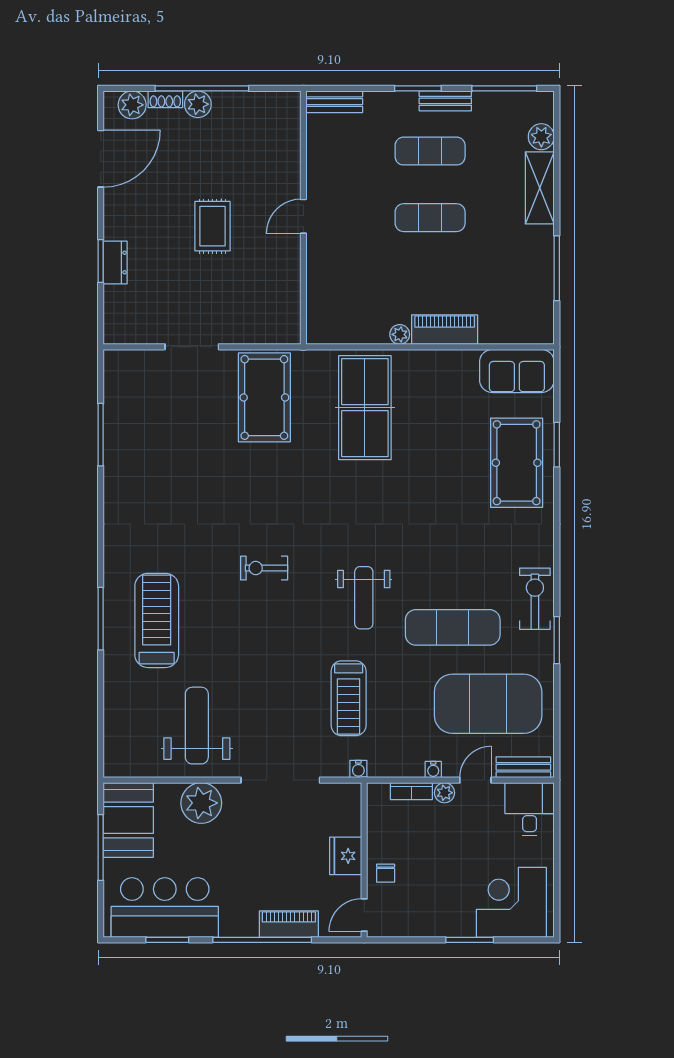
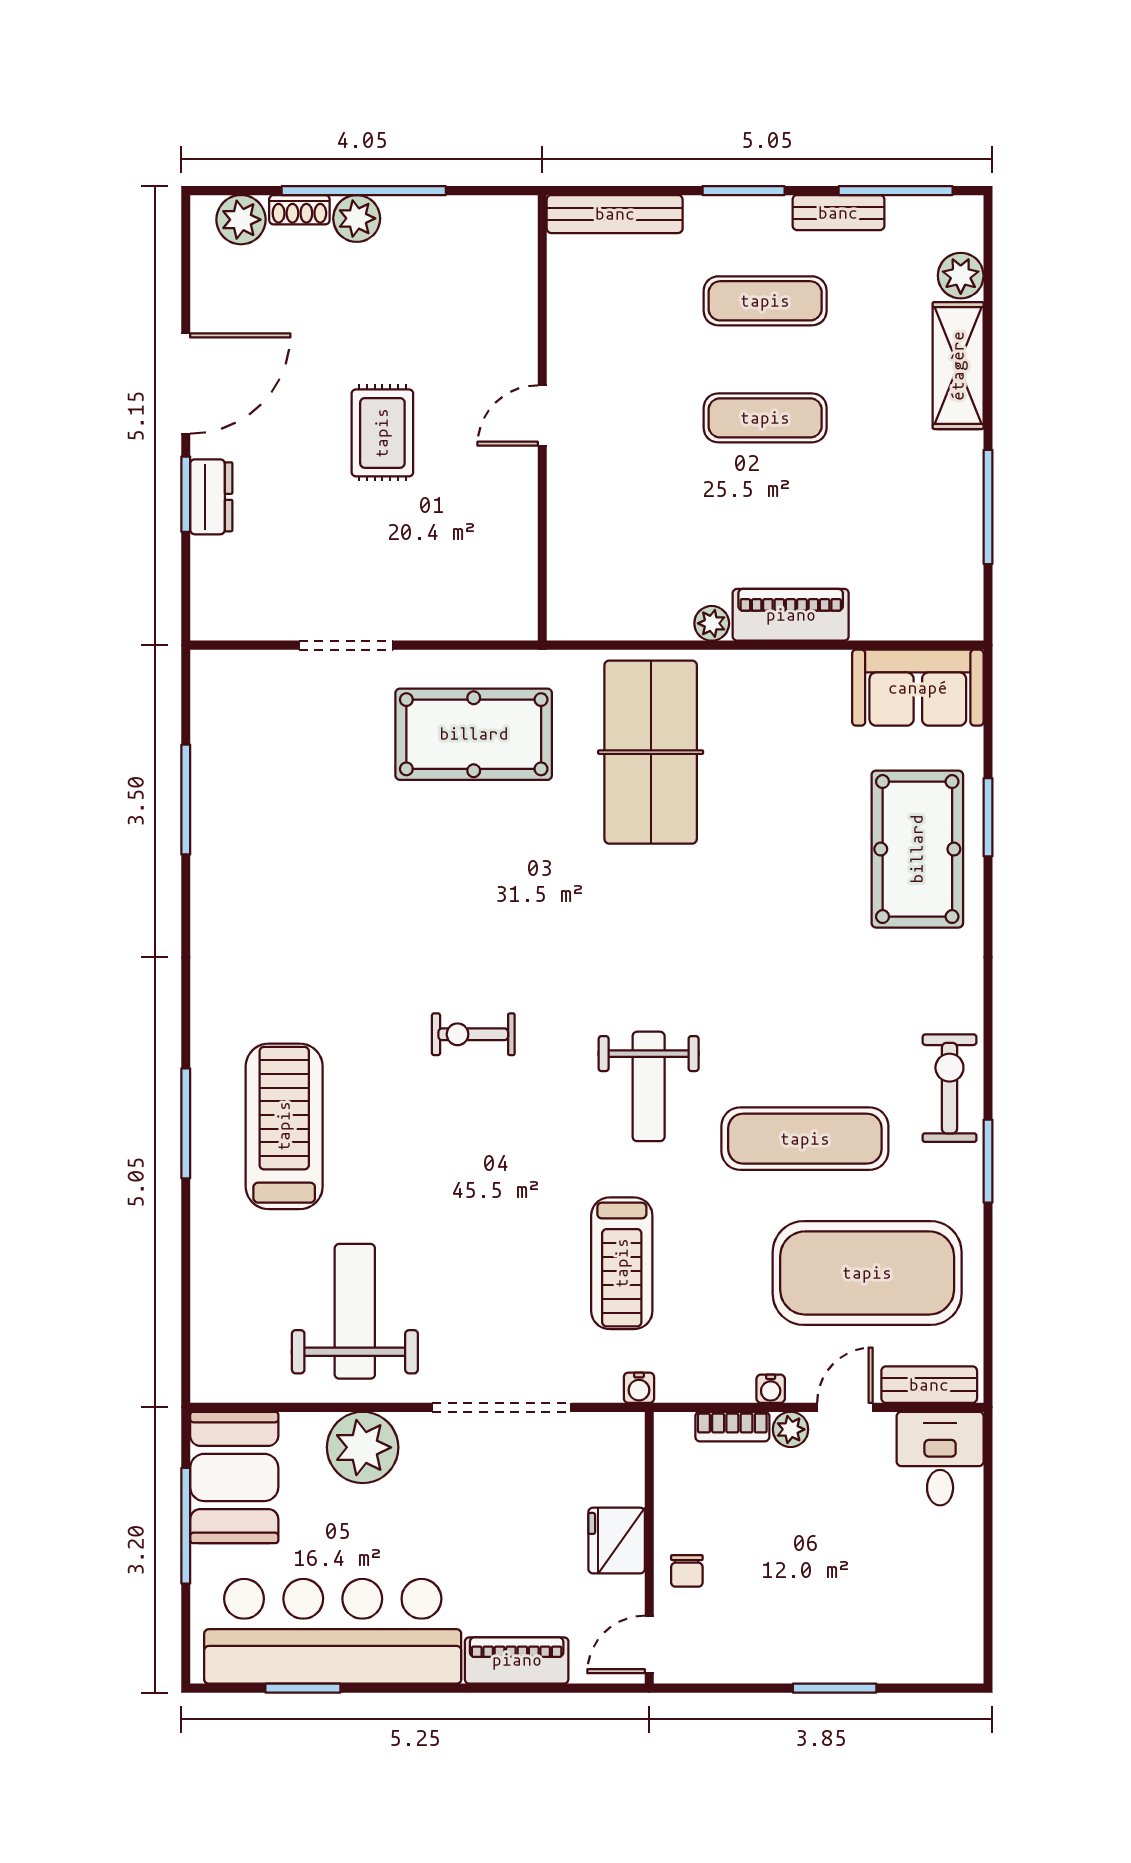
bench: (445, 101) -> (838, 213), moved
bench: (334, 102) -> (615, 214), width x1.36
door: (101, 159) -> (186, 384), moved
pool table: (264, 397) -> (474, 734), turned 90
corner desk: (511, 902) -> (908, 1622), removed
bar counter: (165, 907) -> (333, 1631), width x1.36
window: (262, 940) -> (470, 1688), removed

